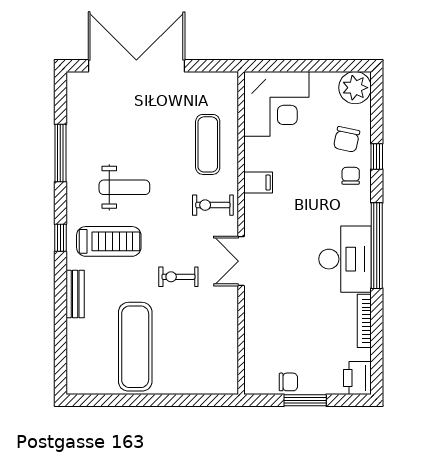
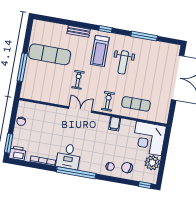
plant: (355, 88) -> (152, 163), moved
window: (377, 156) -> (145, 185), moved
desk: (345, 259) -> (68, 156), width x0.73
window: (173, 400) -> (22, 67), added
window: (305, 400) -> (9, 143), moved

